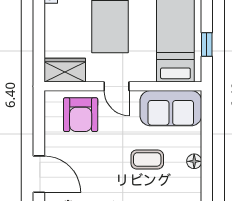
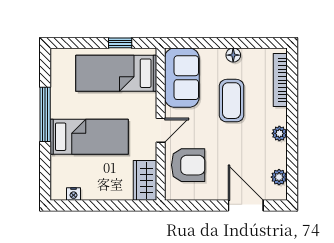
coffee table: (147, 159) -> (232, 101), width x1.36, depth x1.30
door: (39, 174) -> (246, 206), hinge flipped

